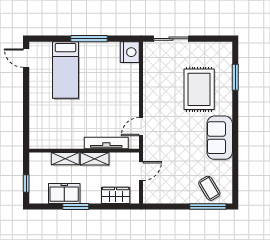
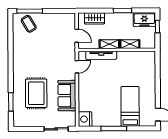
sofa: (220, 138) -> (67, 96), moved, turned 180
door: (141, 171) -> (77, 36), swing flipped
freezer: (64, 193) -> (144, 20), moved

